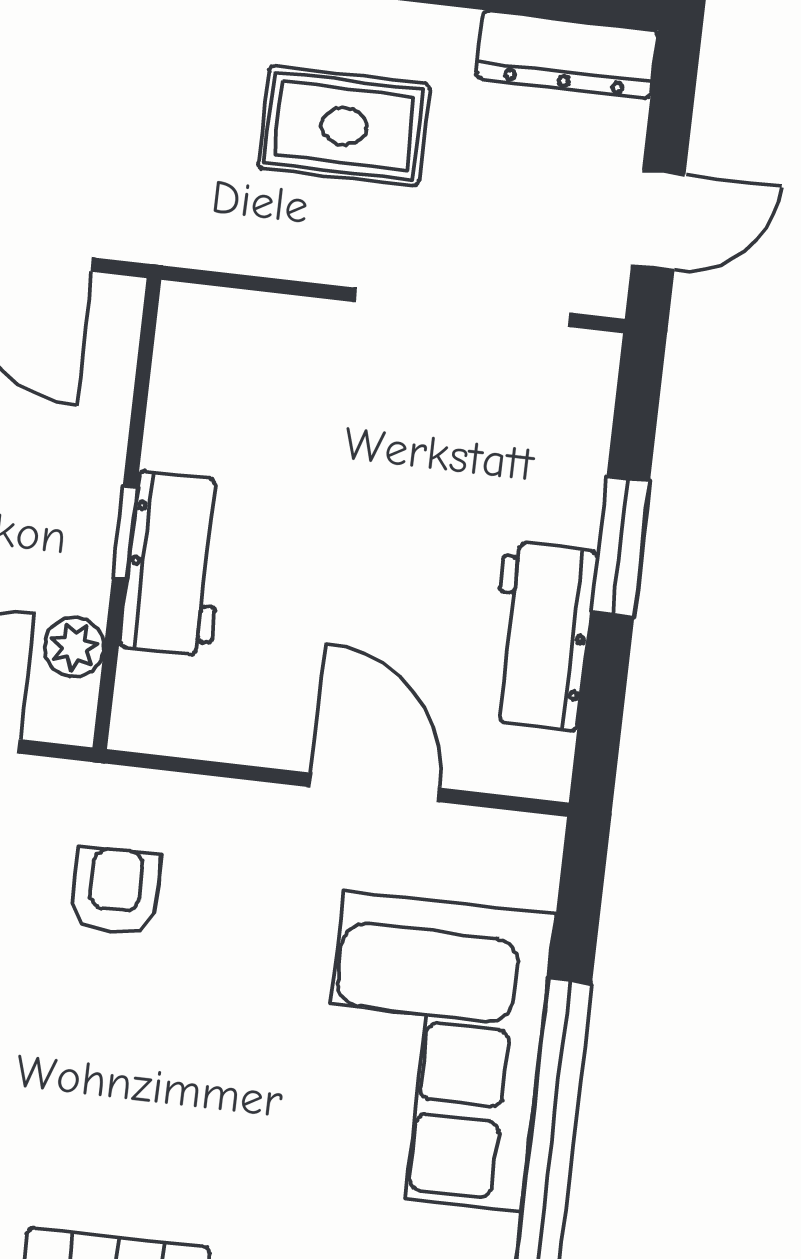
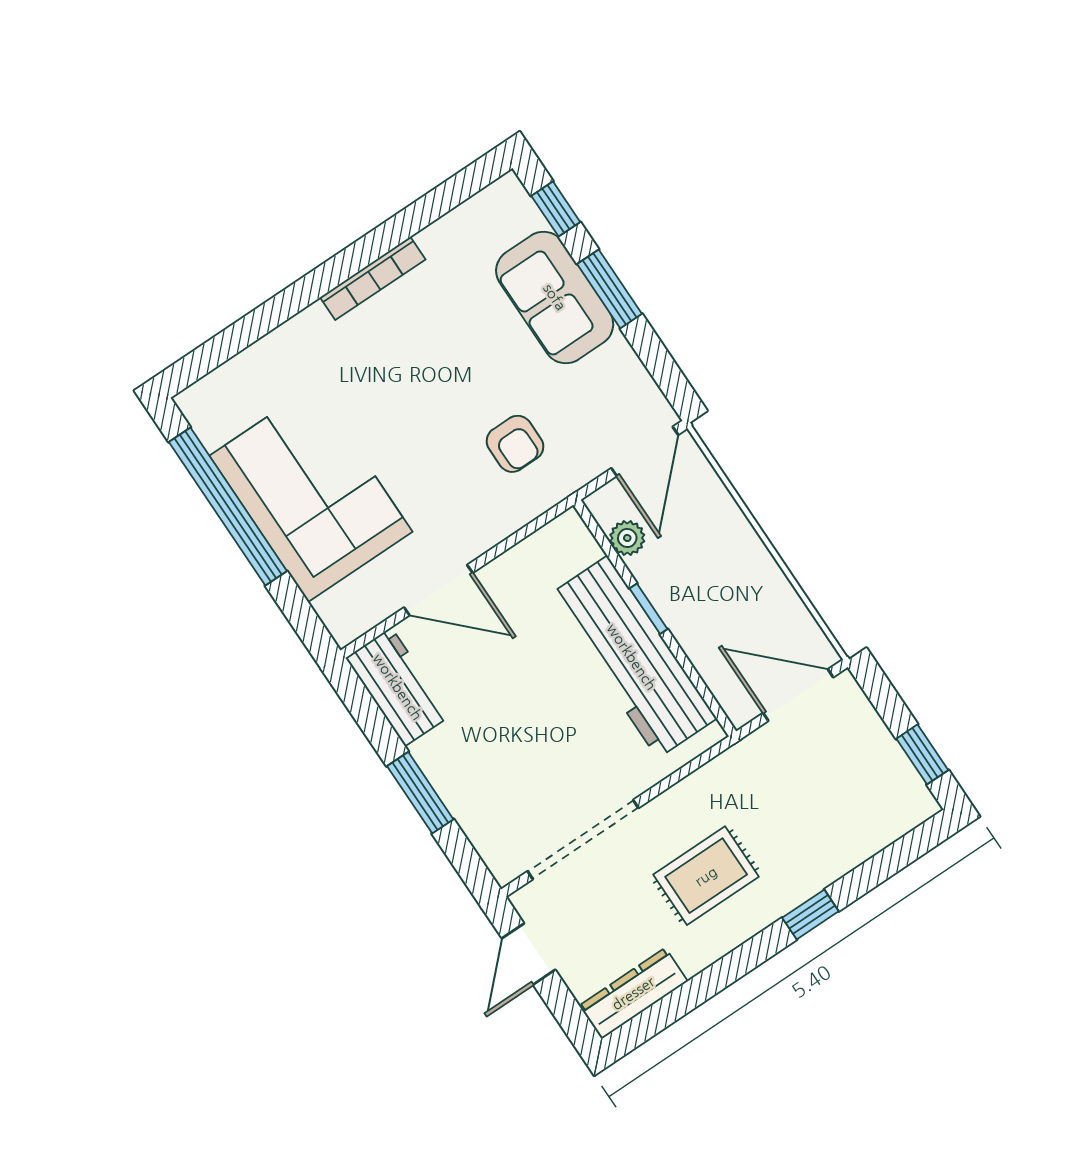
workbench: (175, 564) -> (632, 657), width x1.88, depth x1.32
workbench: (541, 636) -> (398, 687), moved

